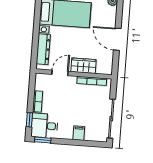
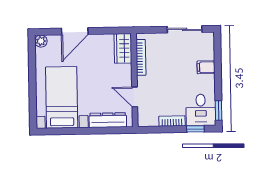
door: (117, 39) -> (75, 31), moved
wardrobe: (84, 66) -> (123, 48), moved
sliding door: (111, 119) -> (185, 29), width x0.73

